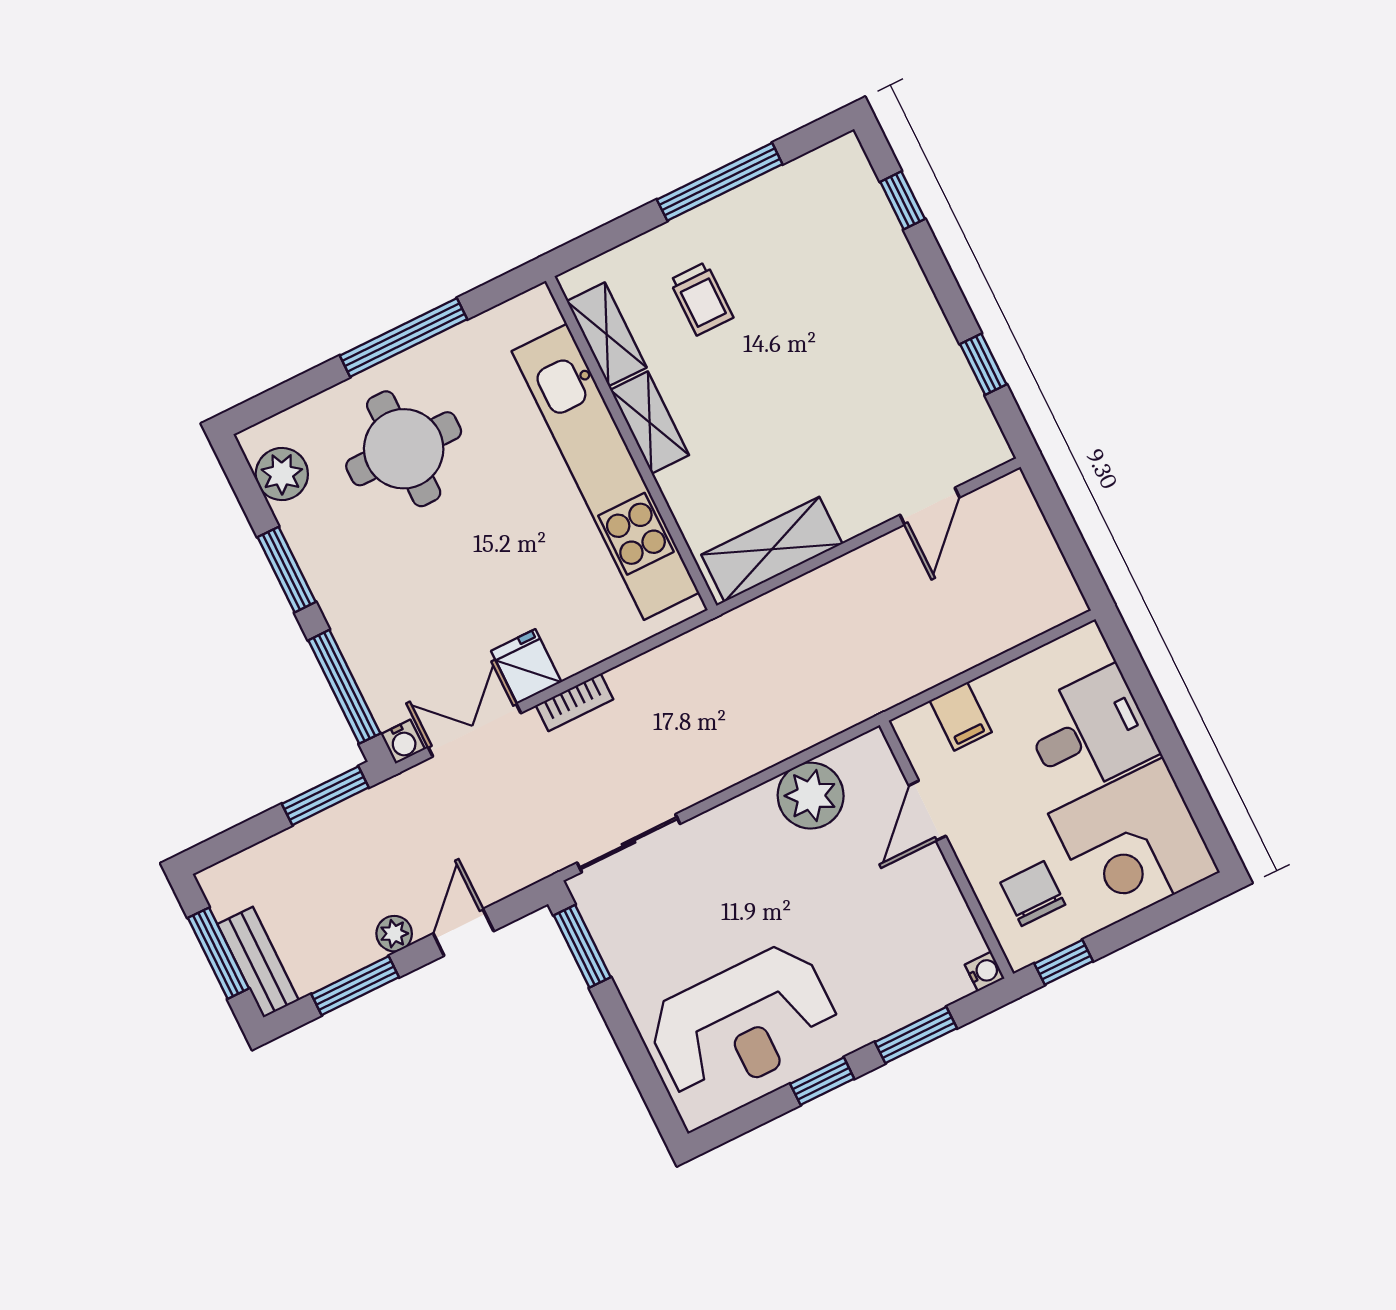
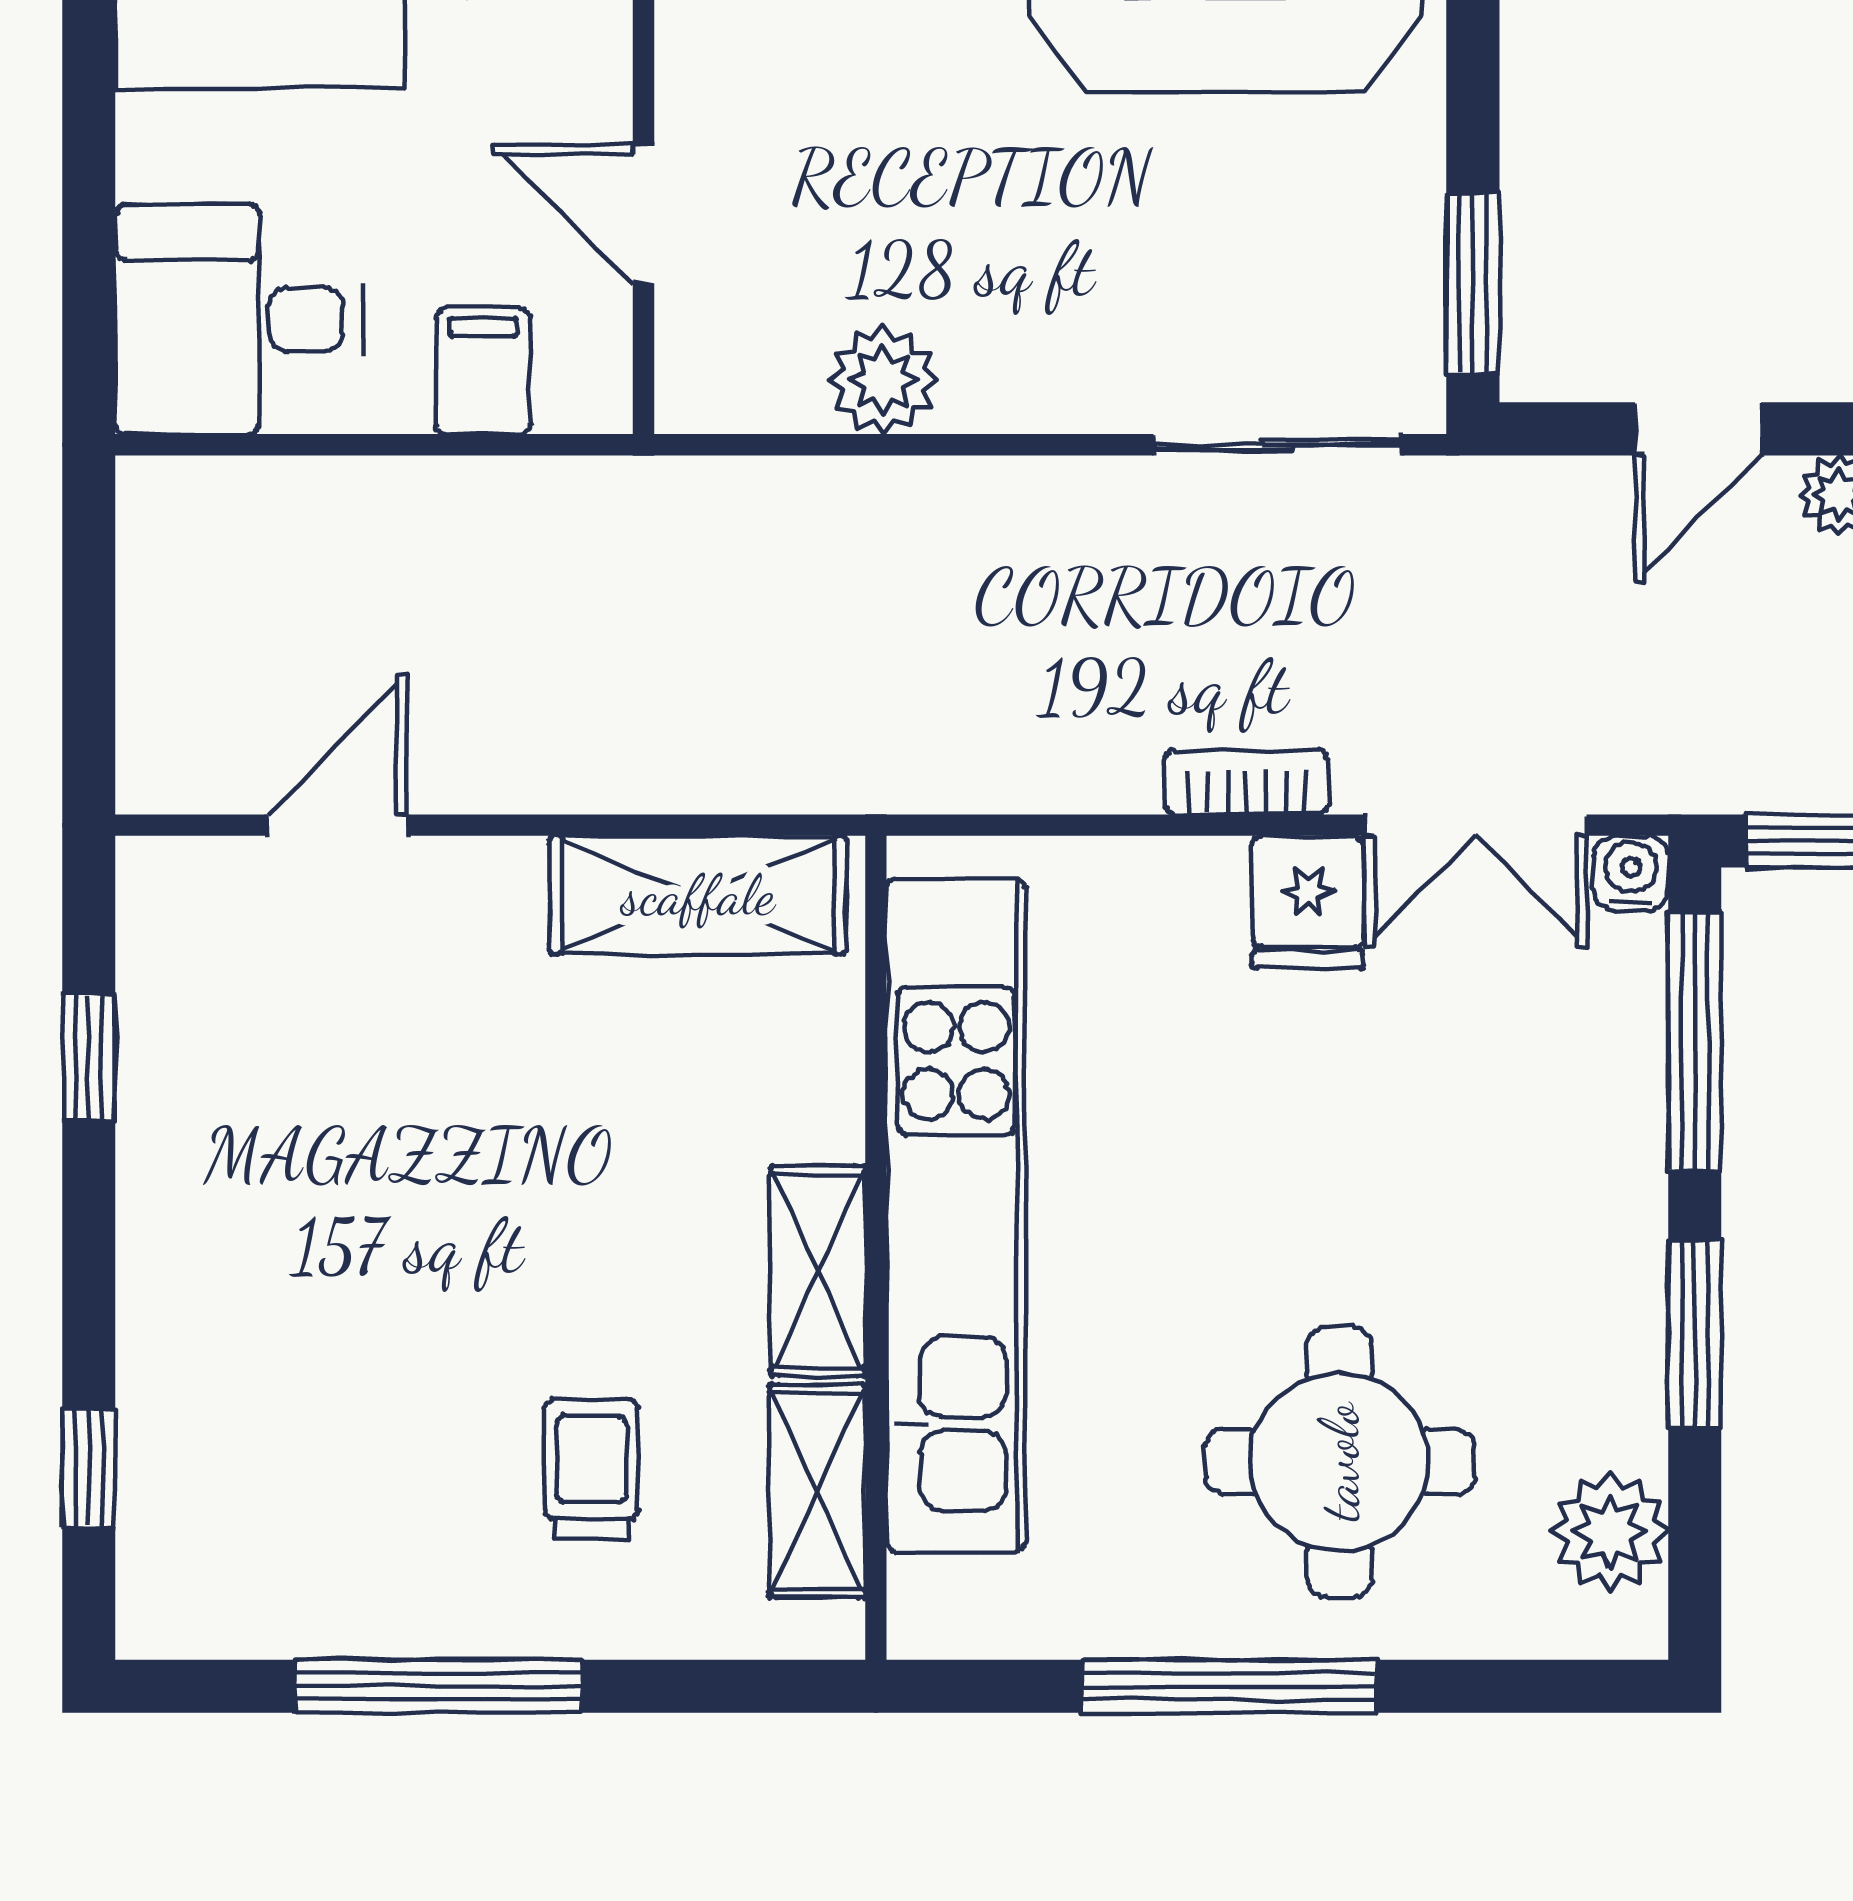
desk: (1089, 732) -> (239, 319), moved
plant: (811, 796) -> (883, 380), width x0.73, depth x0.73
door: (927, 811) -> (643, 214), swing flipped

